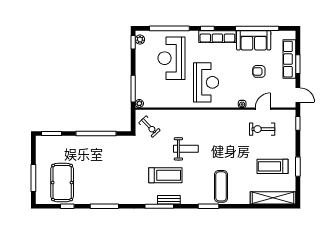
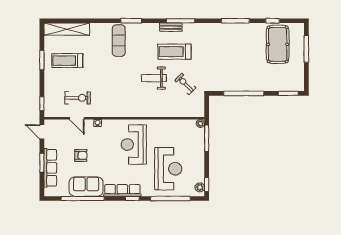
door: (263, 109) -> (77, 118), hinge flipped
exercise bike: (149, 127) -> (185, 84), moved
treadmill: (272, 166) -> (67, 61), turned 180

